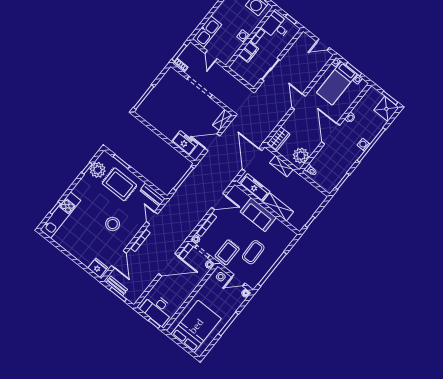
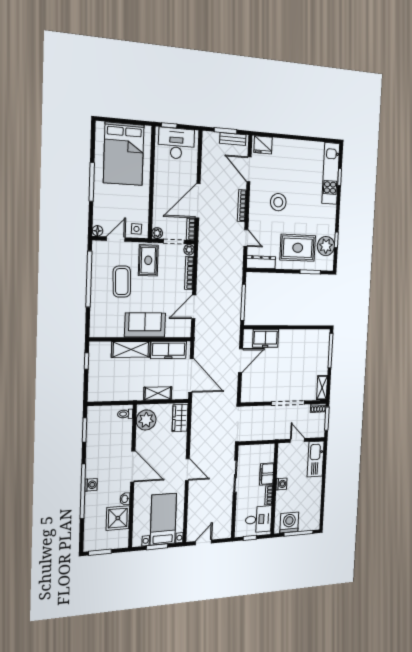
shower: (386, 109) -> (118, 518), moved
shelving: (222, 120) -> (322, 388), moved

